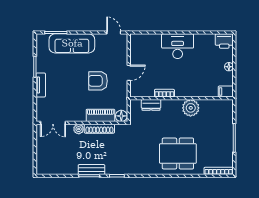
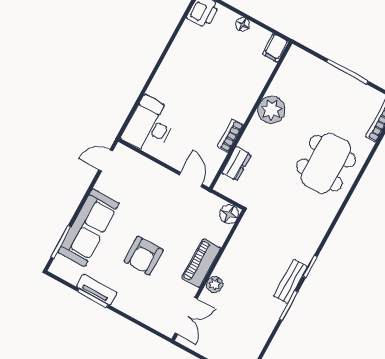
desk: (178, 46) -> (150, 126), moved
door: (129, 73) -> (191, 179), moved
armchair: (98, 81) -> (144, 256), moved
tv unit: (41, 85) -> (97, 289), moved
piano: (100, 115) -> (201, 263), moved
shoe rack: (99, 129) -> (230, 255), removed
bench: (91, 169) -> (290, 282), moved

